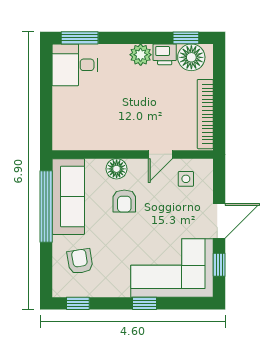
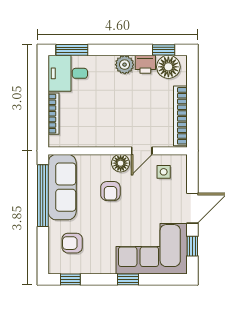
bookcase: (58, 112) -> (53, 114), added
floor lamp: (117, 169) -> (121, 163), moved
armchair: (80, 261) -> (72, 243), turned -81

